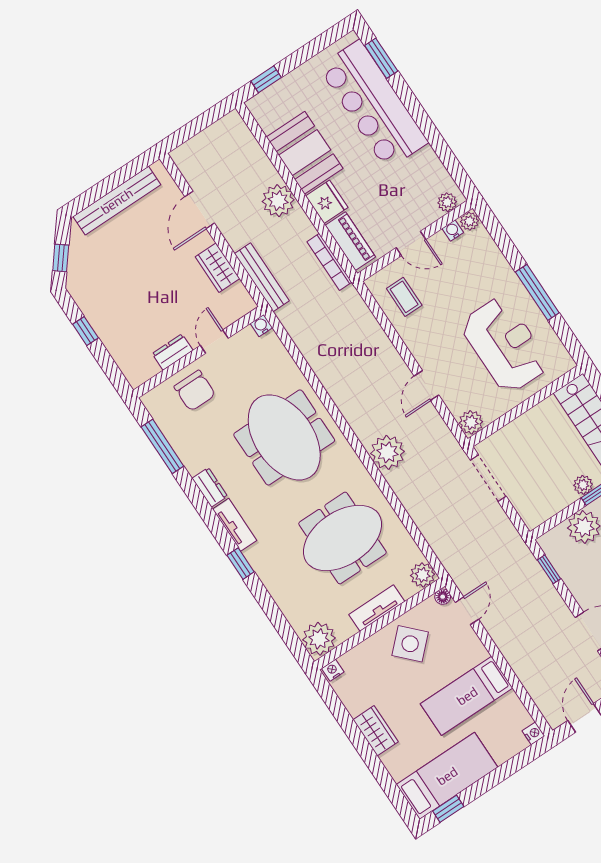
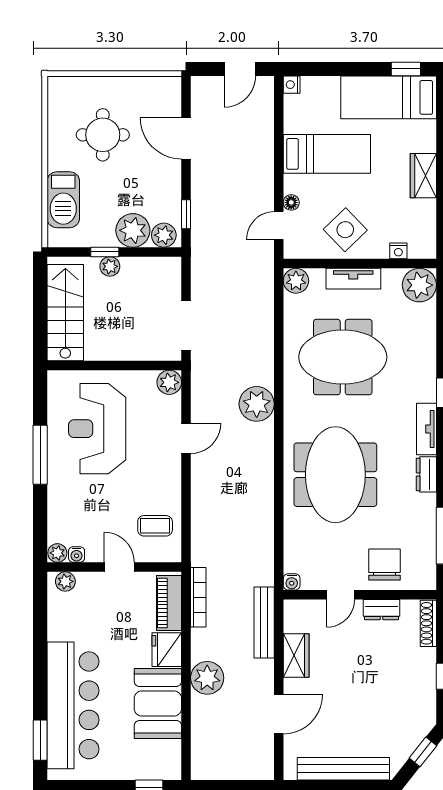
coffee table: (404, 297) -> (155, 526), turned 90
shoe rack: (127, 366) -> (428, 623), added
plant: (556, 540) -> (164, 235), added
floor lamp: (443, 597) -> (291, 202), moved
nightstand: (333, 670) -> (398, 251), moved

